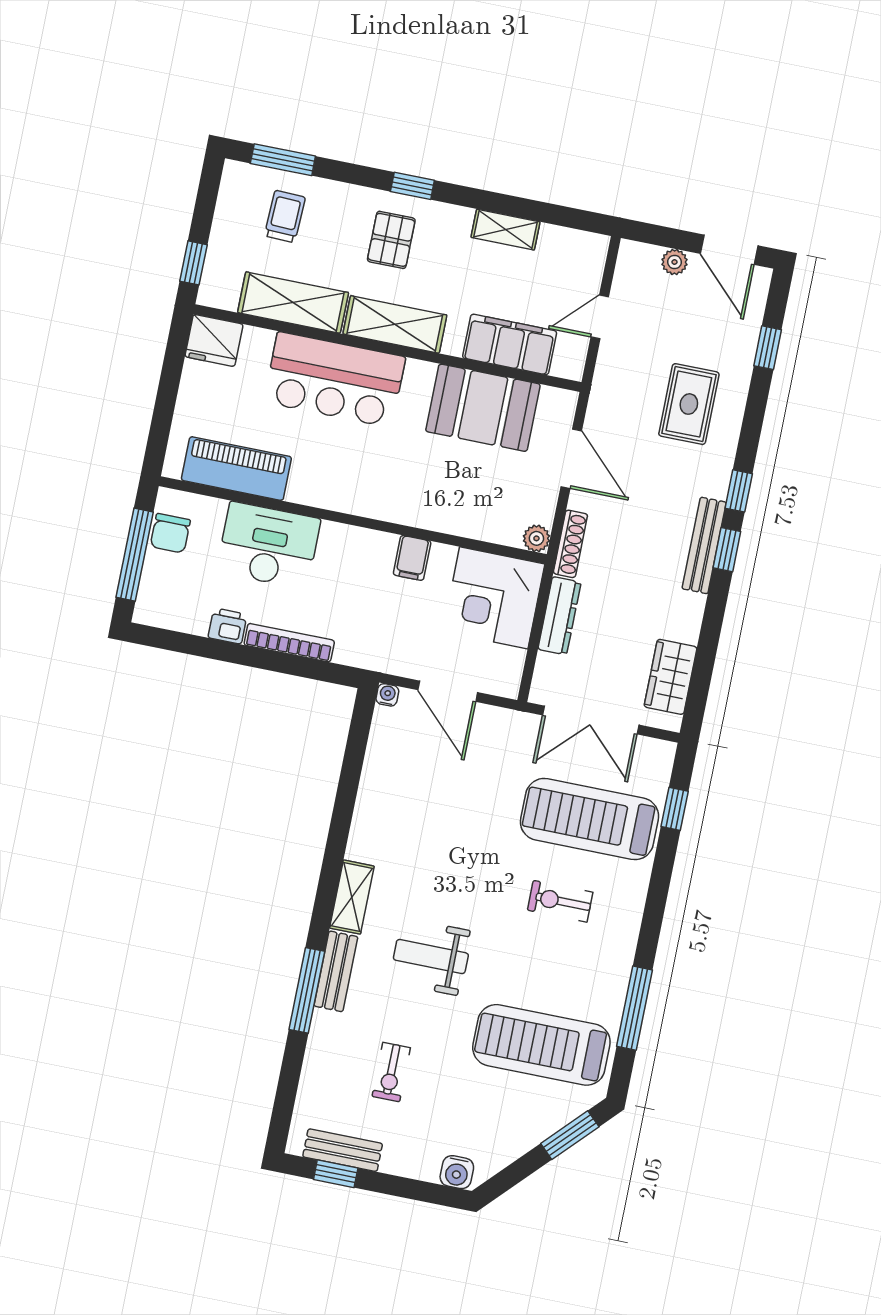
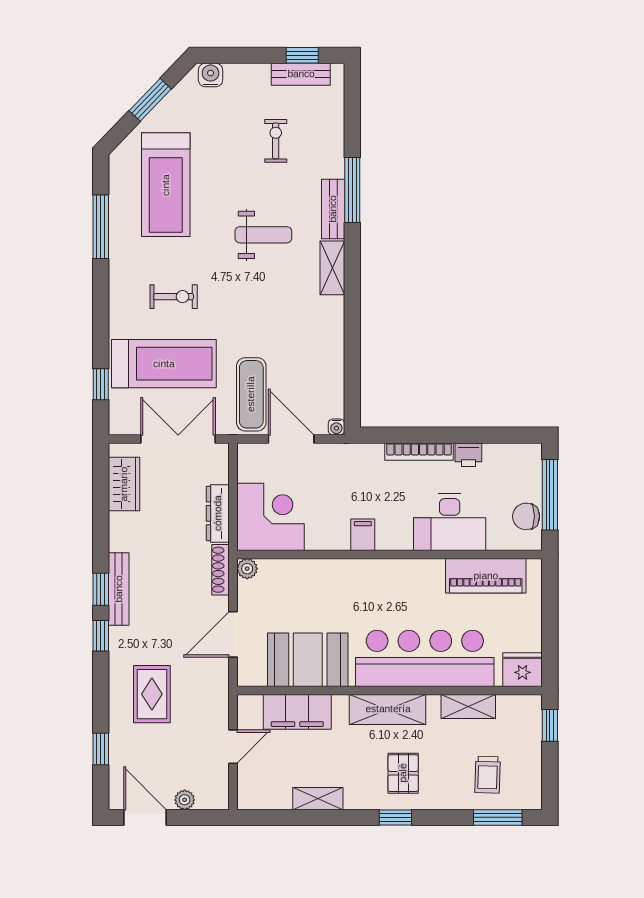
shelving: (293, 303) -> (468, 706), width x0.67, depth x0.75
bar counter: (335, 380) -> (425, 658), width x1.36
door: (571, 459) -> (233, 634), hinge flipped
chair: (170, 533) -> (526, 516), turned -90
filing cabinet: (412, 558) -> (363, 535), moved
exercise mat: (487, 758) -> (251, 394), added
treadmill: (541, 1045) -> (166, 185), turned 90
window: (570, 1135) -> (150, 100), moved

